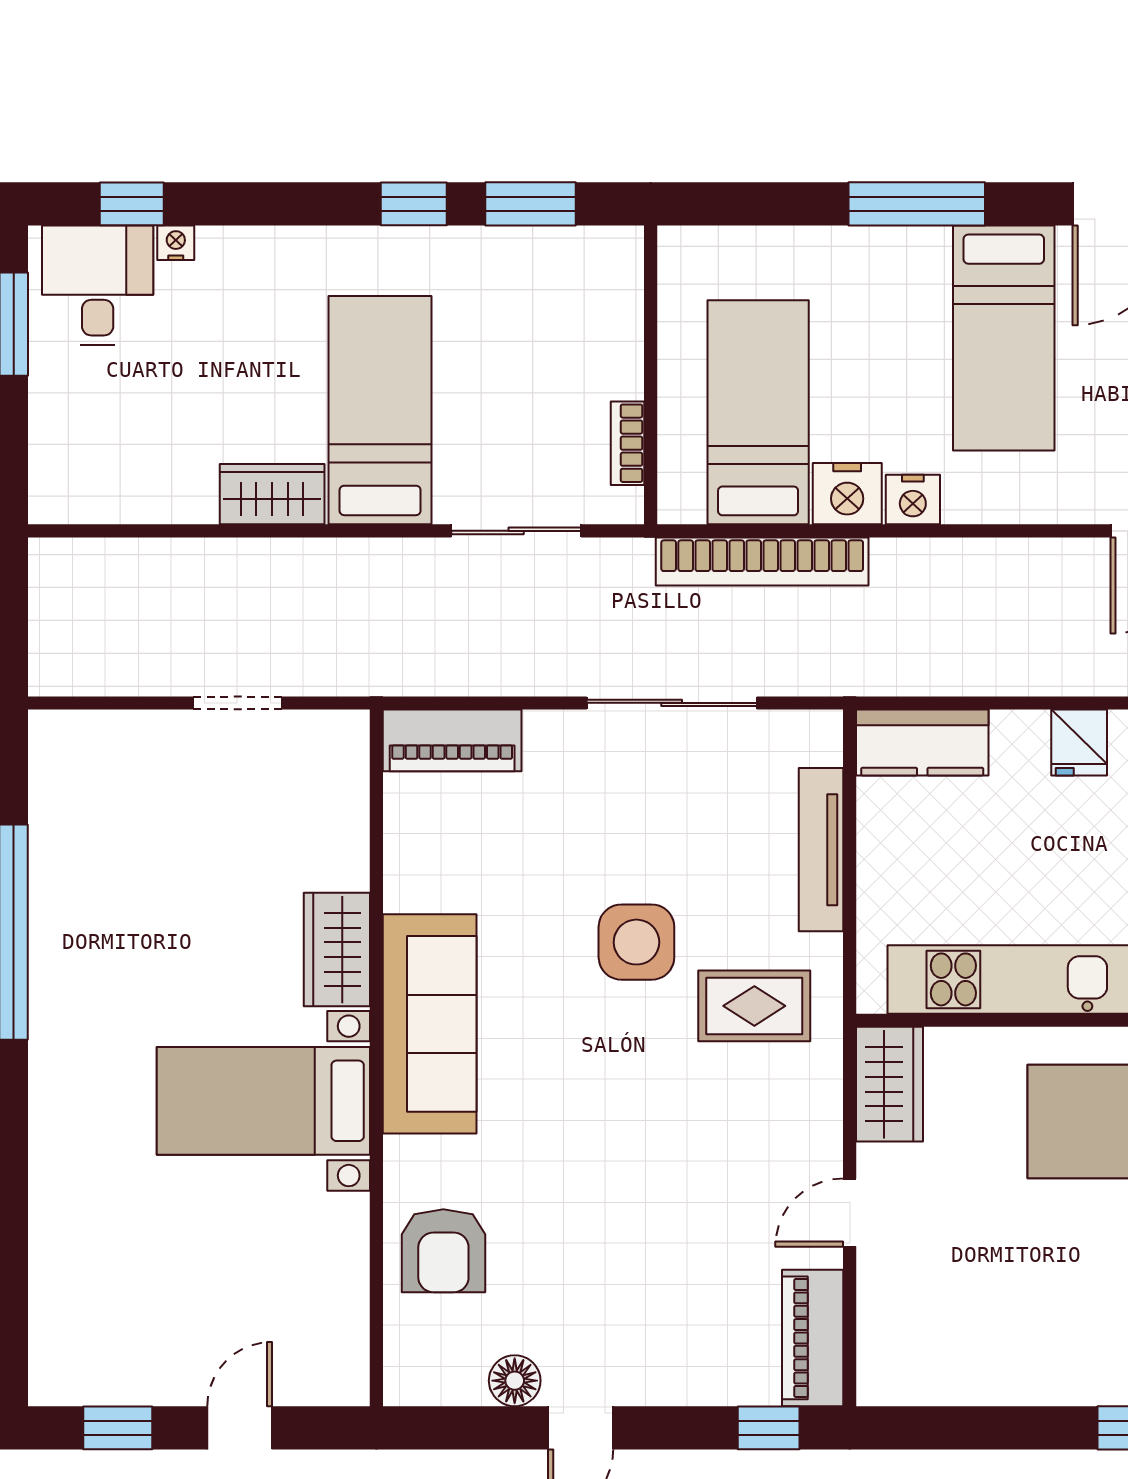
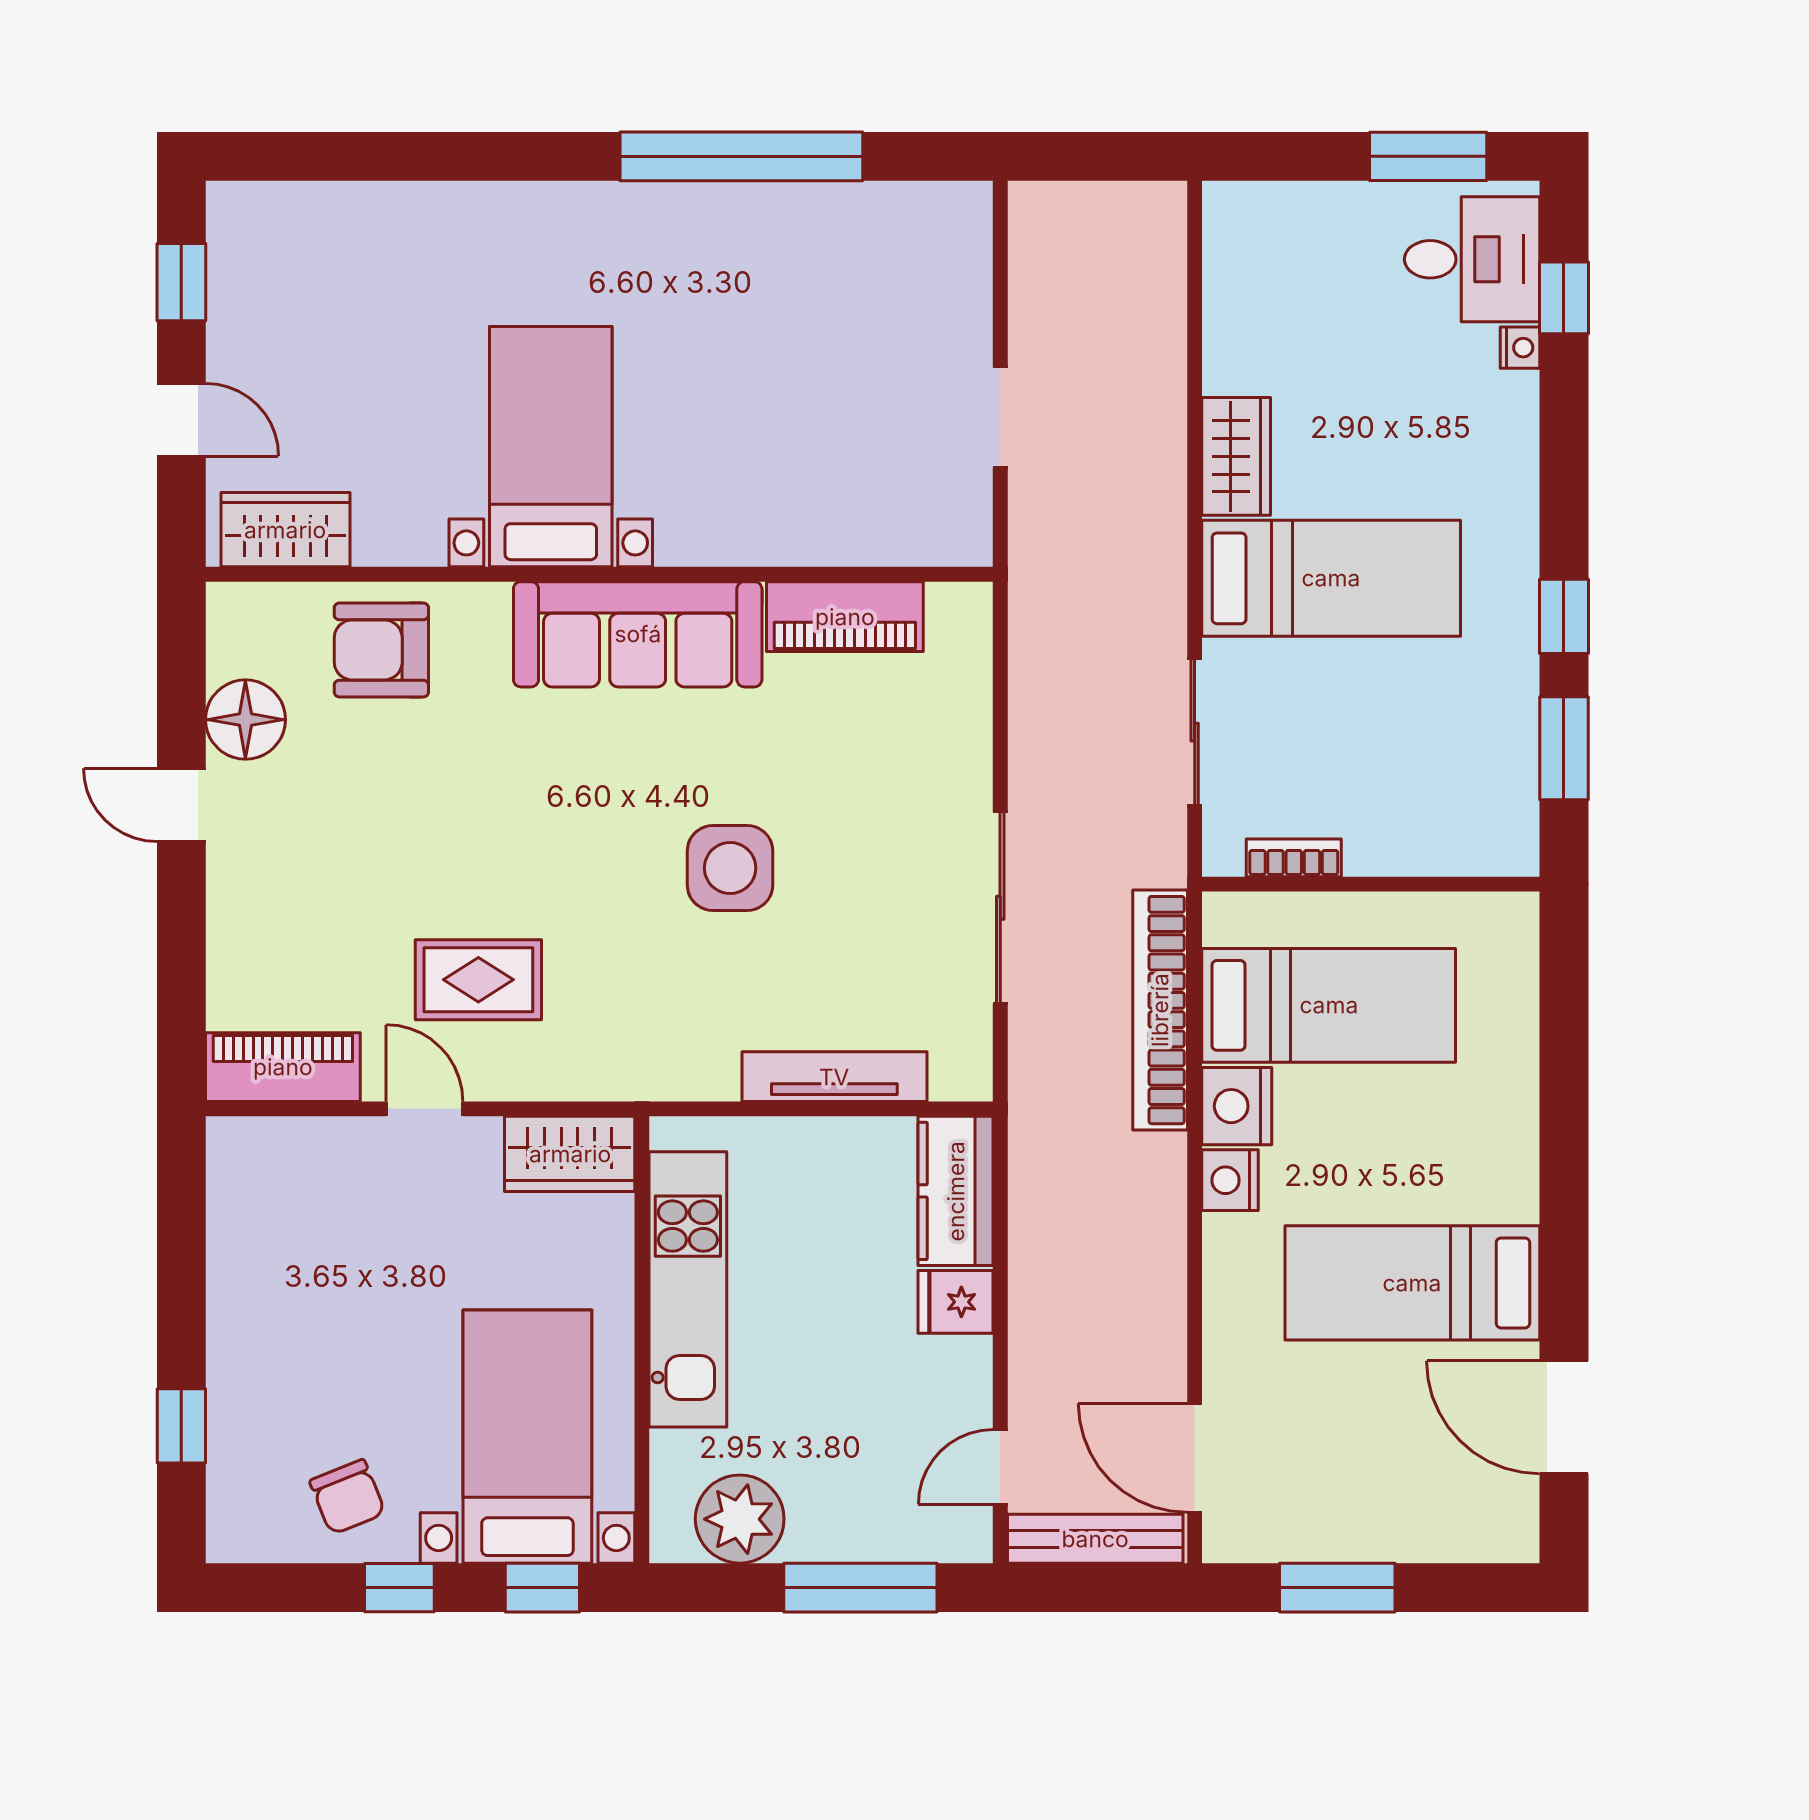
window: (917, 204) -> (1564, 1185), removed
piano: (452, 740) -> (845, 617), moved, turned -90
fridge: (1079, 743) -> (955, 1302), moved
wardrobe: (337, 950) -> (285, 530), moved
rug: (754, 1006) -> (478, 980), moved, turned 90
floor lamp: (515, 1381) -> (245, 720), width x1.38, depth x1.38
window: (769, 1428) -> (181, 1017), removed

